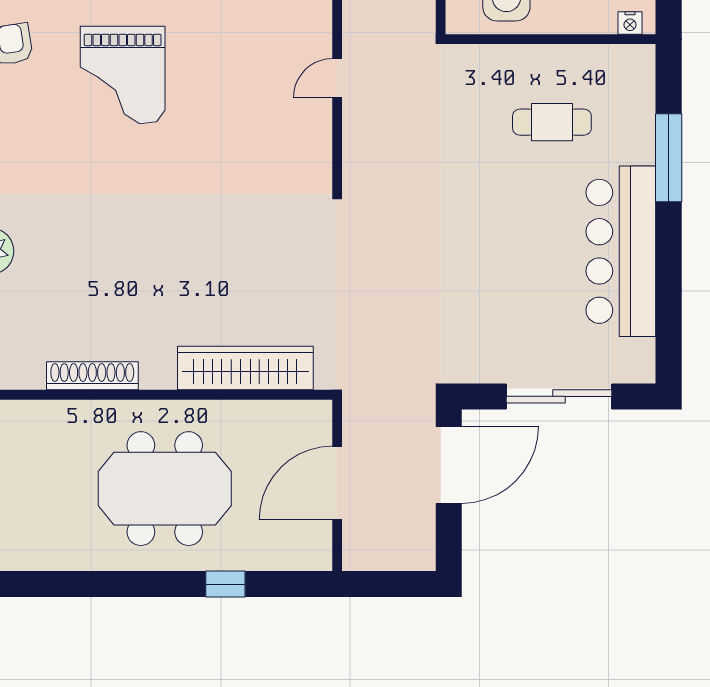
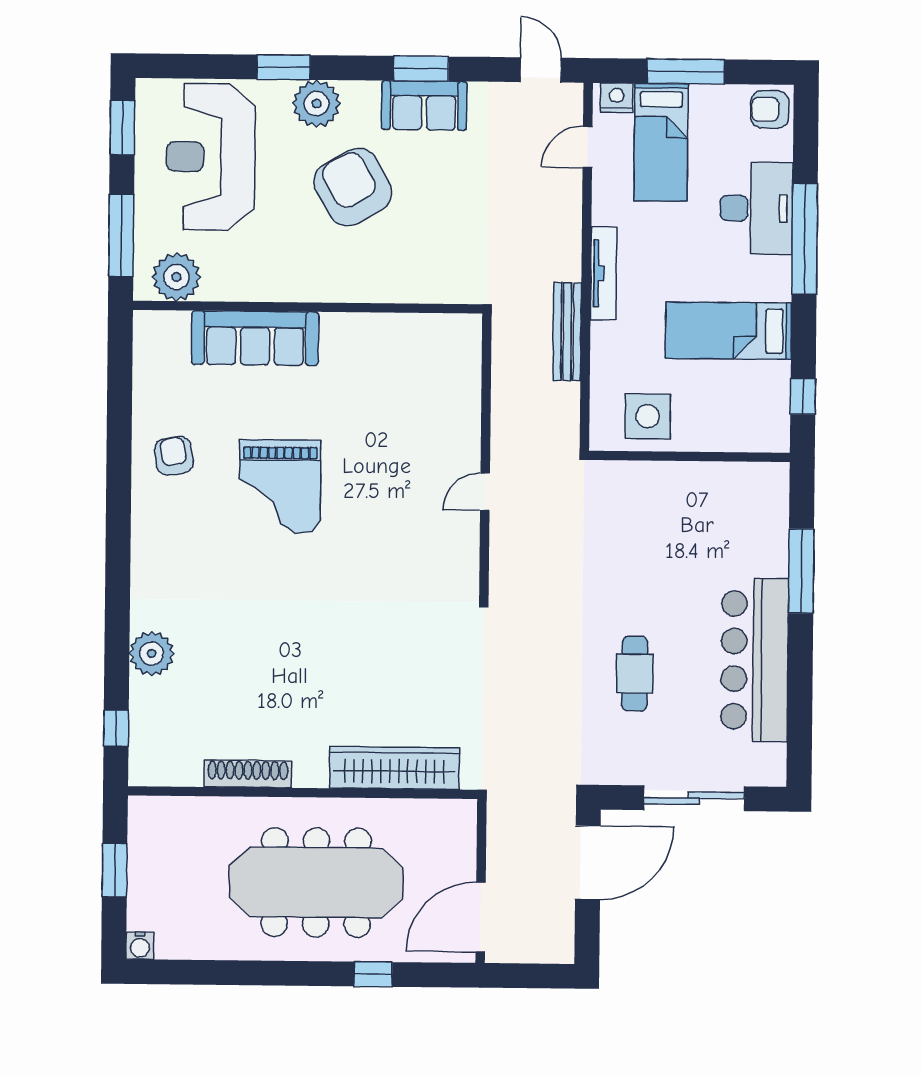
nightstand: (630, 23) -> (766, 442), removed
cafe table: (552, 122) -> (635, 674), moved, turned 90
door: (337, 483) -> (481, 917), moved
meeting table: (165, 489) -> (316, 882), width x1.36

